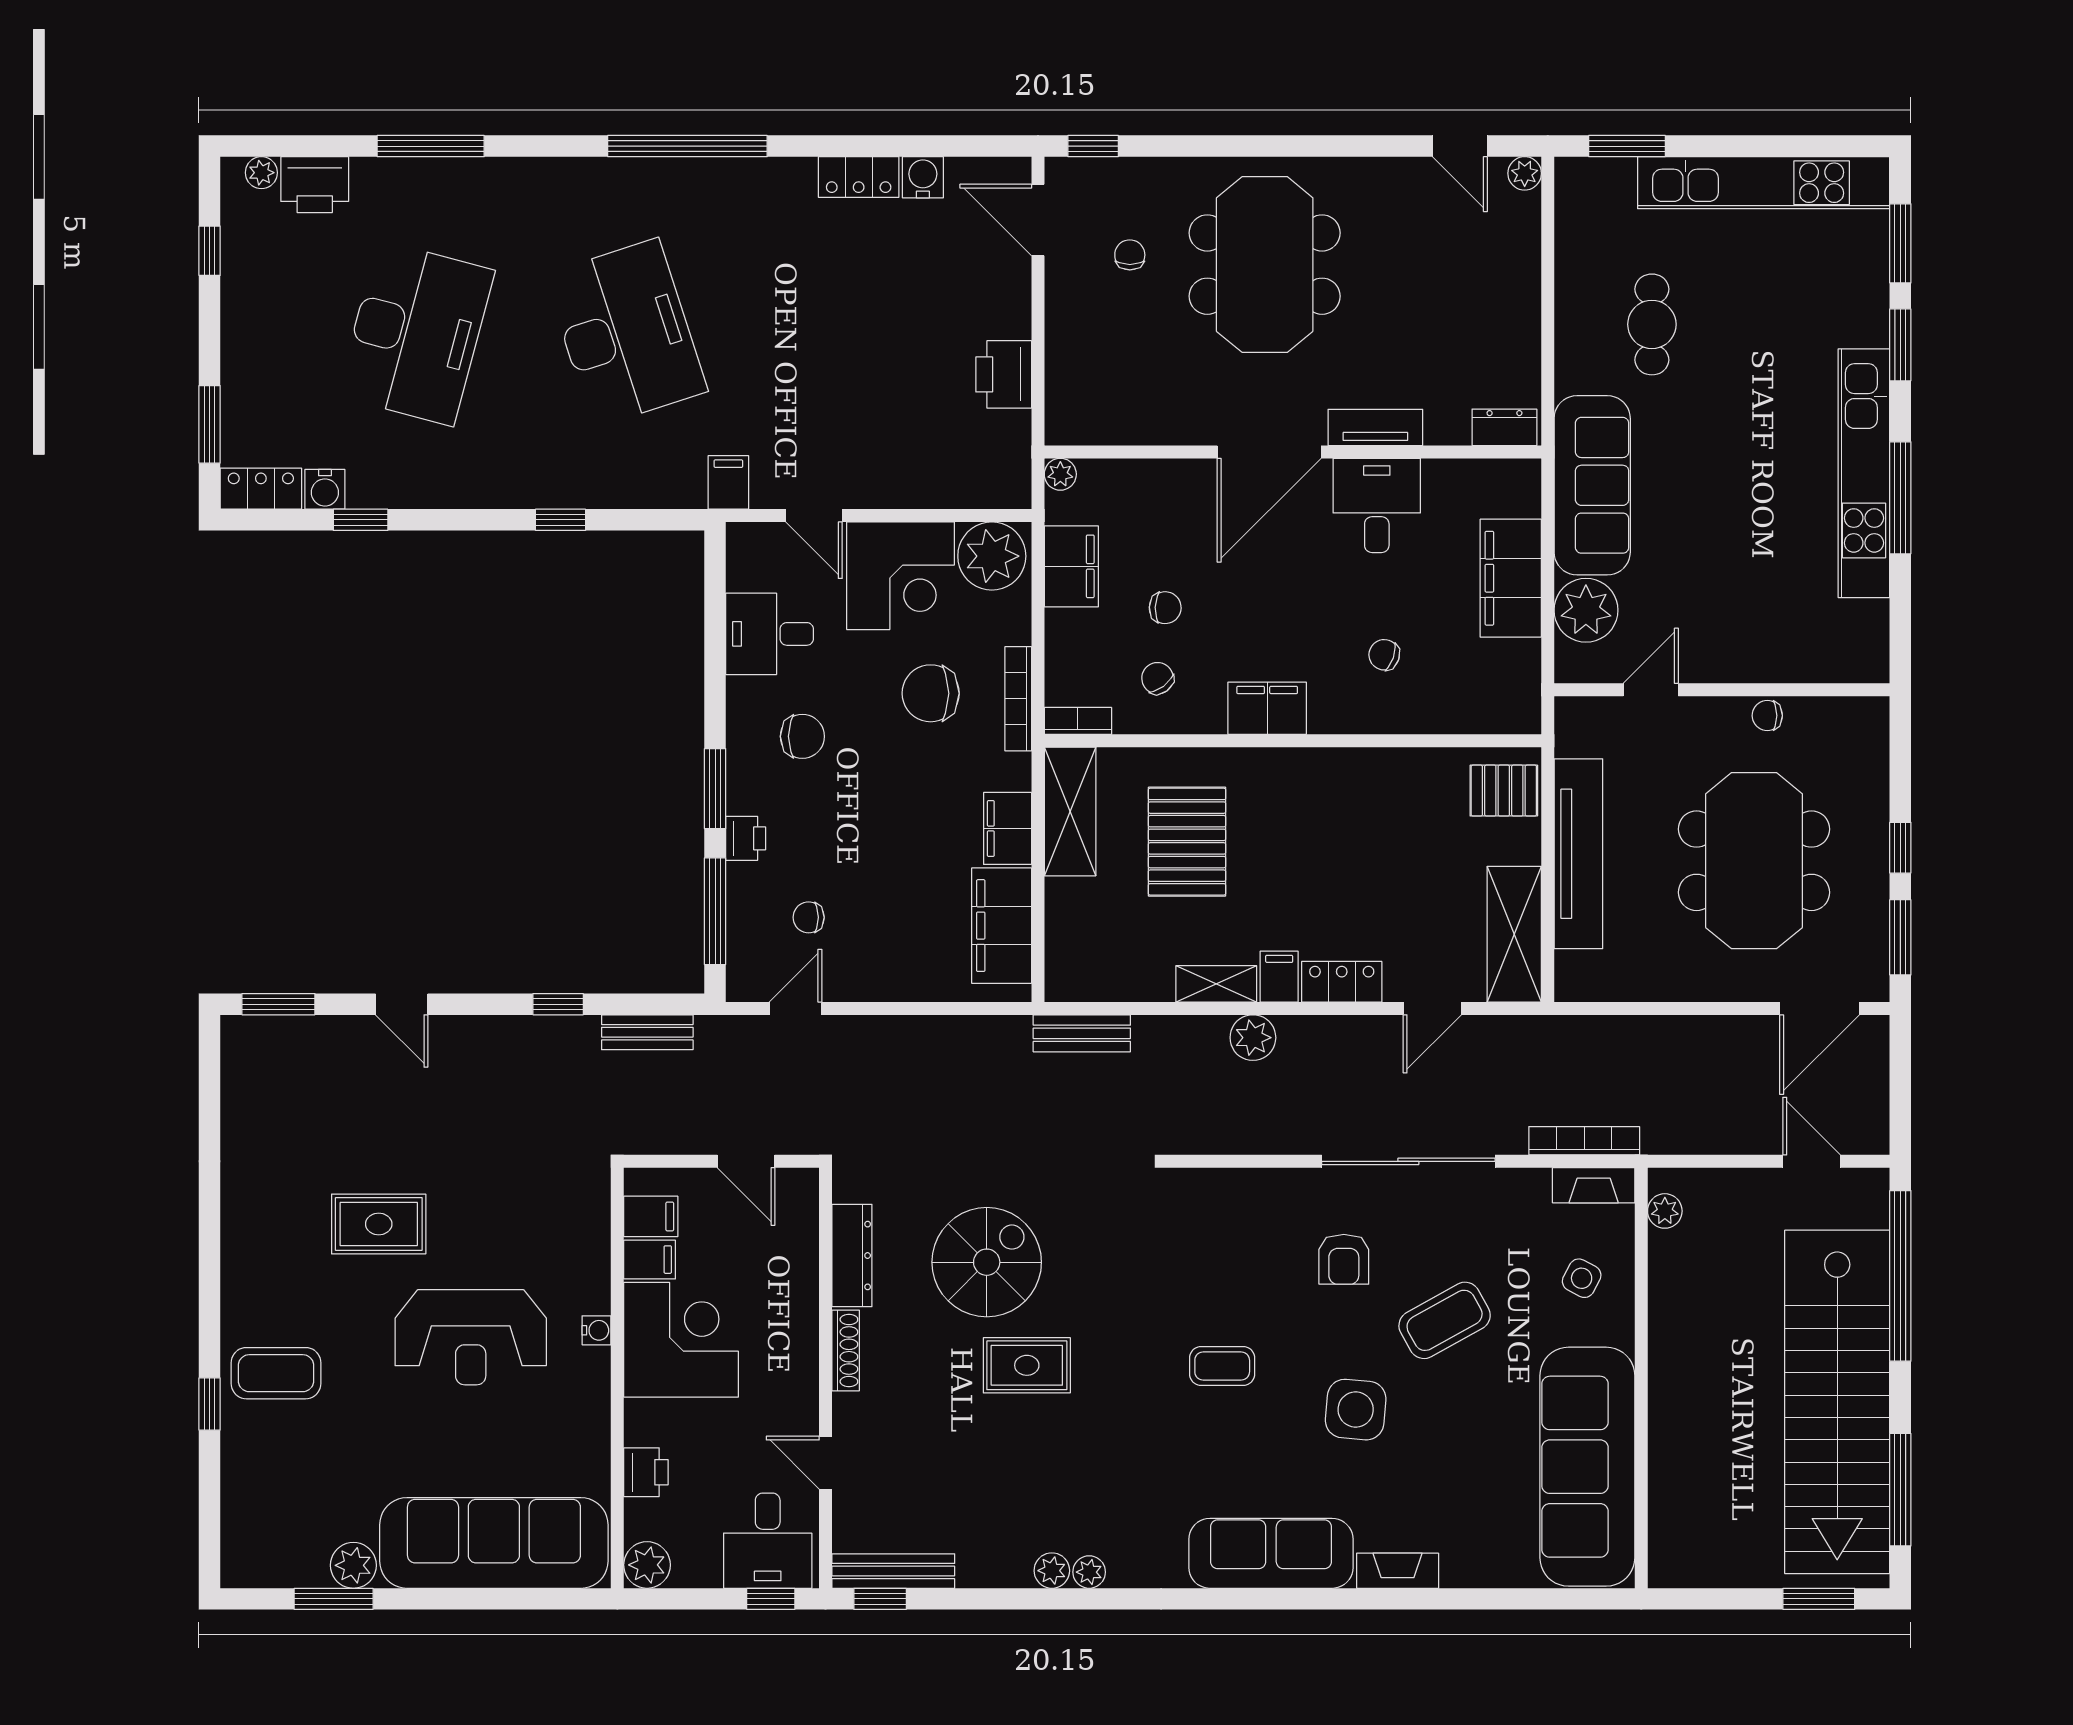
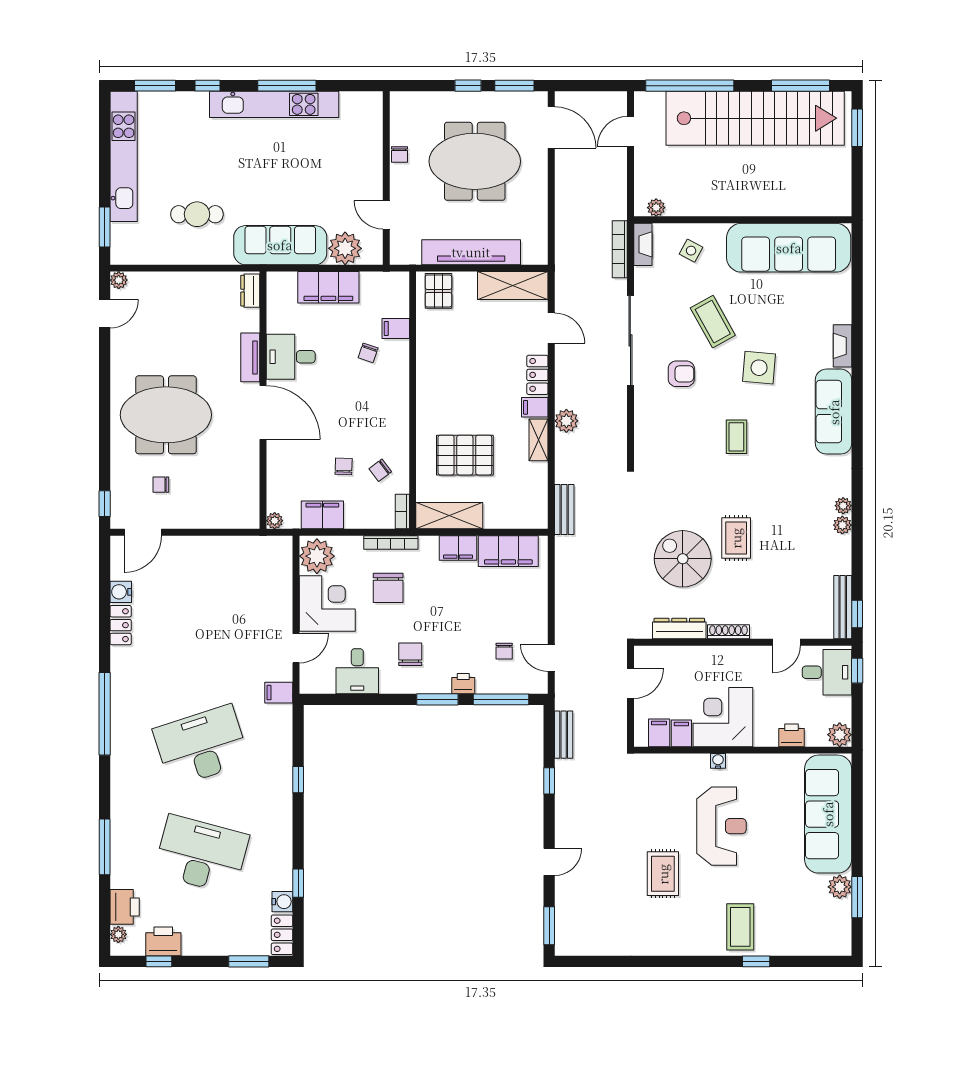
window: (1900, 345) -> (208, 86), width x0.67
printer: (1004, 374) -> (163, 941), moved, turned 180
filing cabinet: (1267, 708) -> (396, 328), moved, width x0.50

